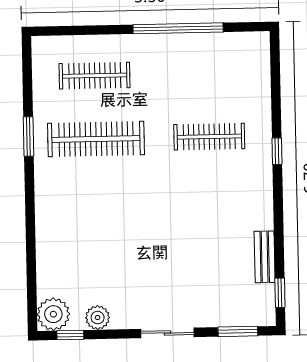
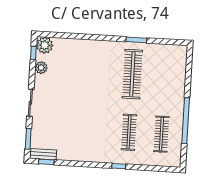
clothes rail: (95, 76) -> (161, 134), moved
bench: (265, 257) -> (43, 154), moved

